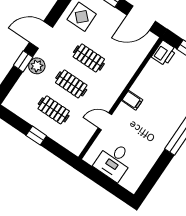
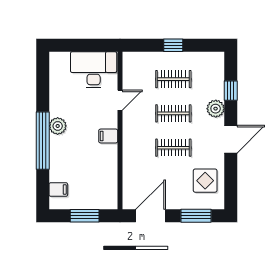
printer: (164, 53) -> (108, 198), removed
window: (23, 61) -> (231, 91), moved
plant: (165, 134) -> (58, 126), added
desk: (114, 161) -> (94, 70), width x1.37

